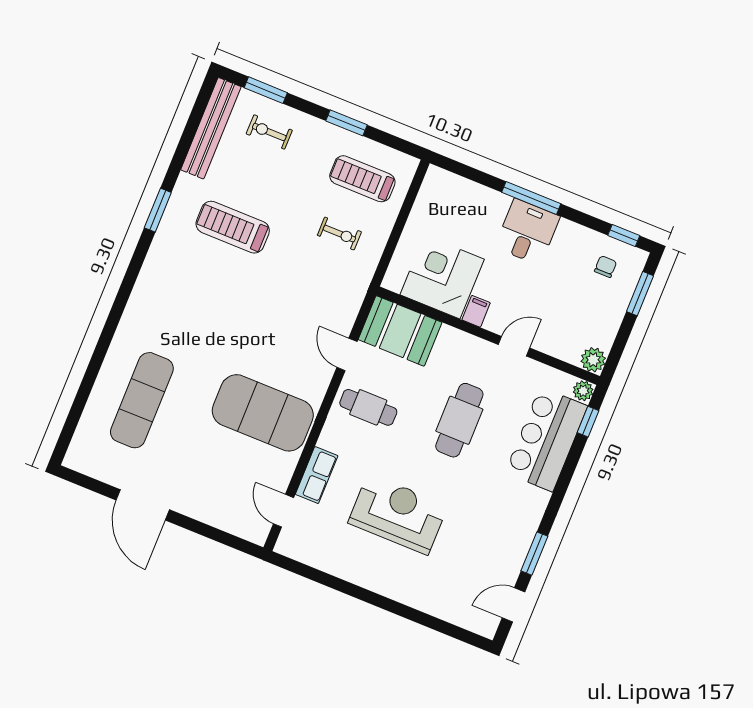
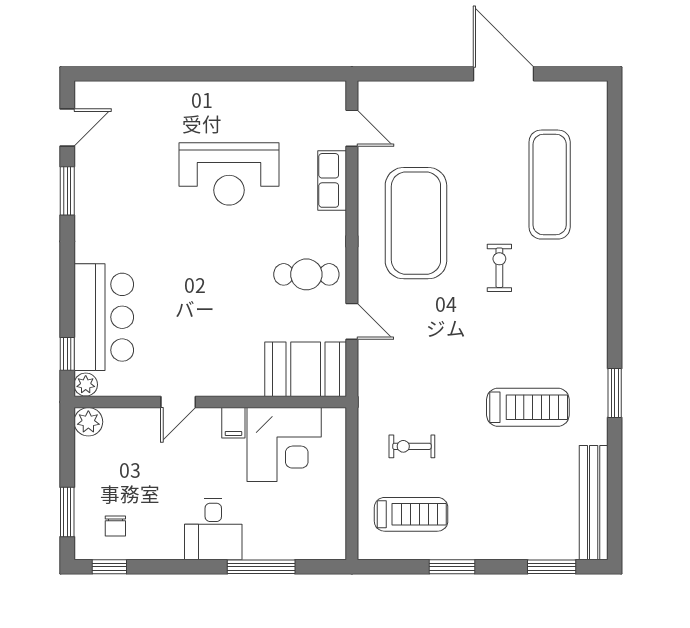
exercise bike: (269, 132) -> (499, 268), moved, turned -90
window: (531, 198) -> (261, 567), moved
exercise mat: (263, 413) -> (416, 223), turned 90
cafe table: (459, 420) -> (204, 300), removed

